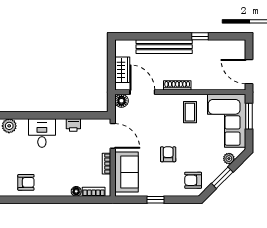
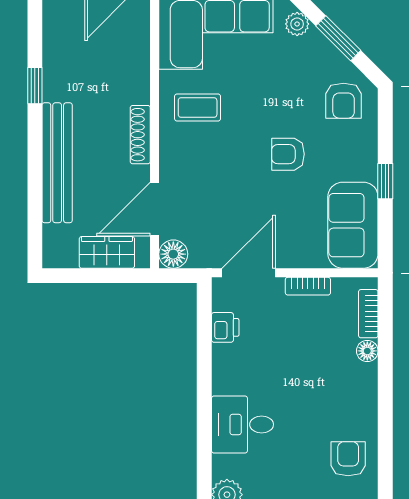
printer: (73, 125) -> (225, 327), moved
sofa: (126, 172) -> (353, 225), moved, turned -90

